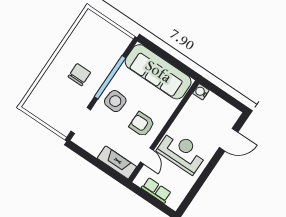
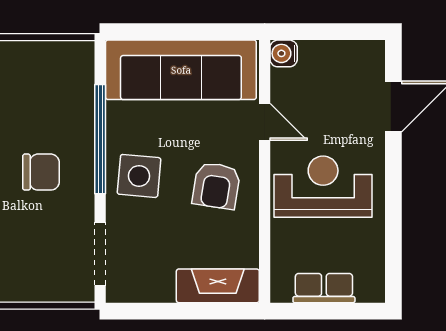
chair: (79, 75) -> (41, 172), turned 90
armchair: (142, 124) -> (216, 186), turned -81
door: (147, 156) -> (265, 122), moved

